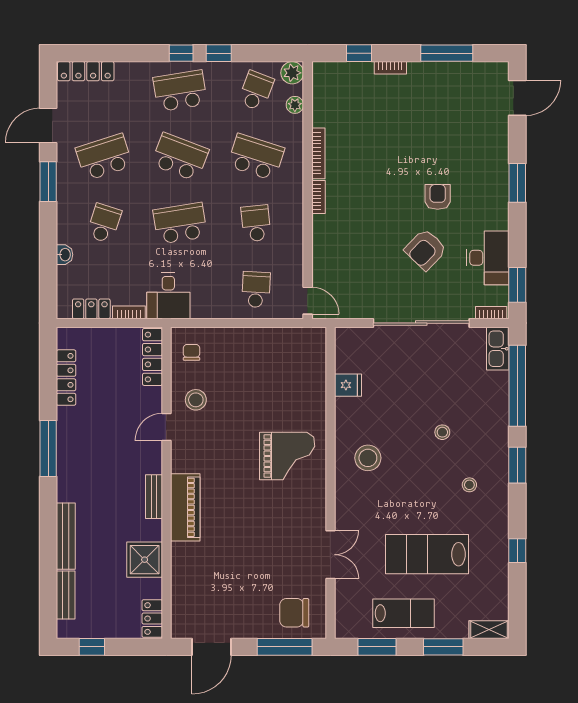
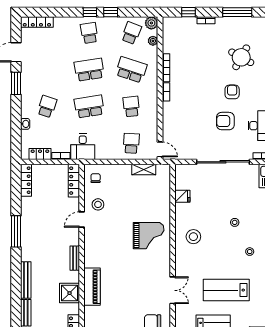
school desk: (180, 91) -> (89, 33), width x0.54
round table: (454, 135) -> (241, 57), added
school desk: (104, 157) -> (47, 70), removed
school desk: (180, 157) -> (89, 70), turned -30
armchair: (426, 250) -> (225, 121), turned 46
shelving: (278, 337) -> (144, 169), added
locker: (66, 378) -> (26, 180), moved
piano: (185, 507) -> (92, 287), moved

